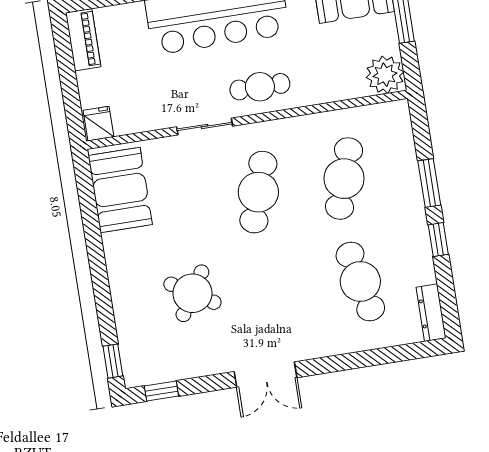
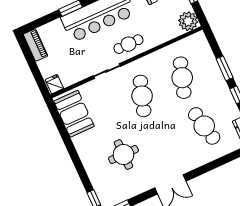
round table: (192, 293) -> (123, 154), turned -32

